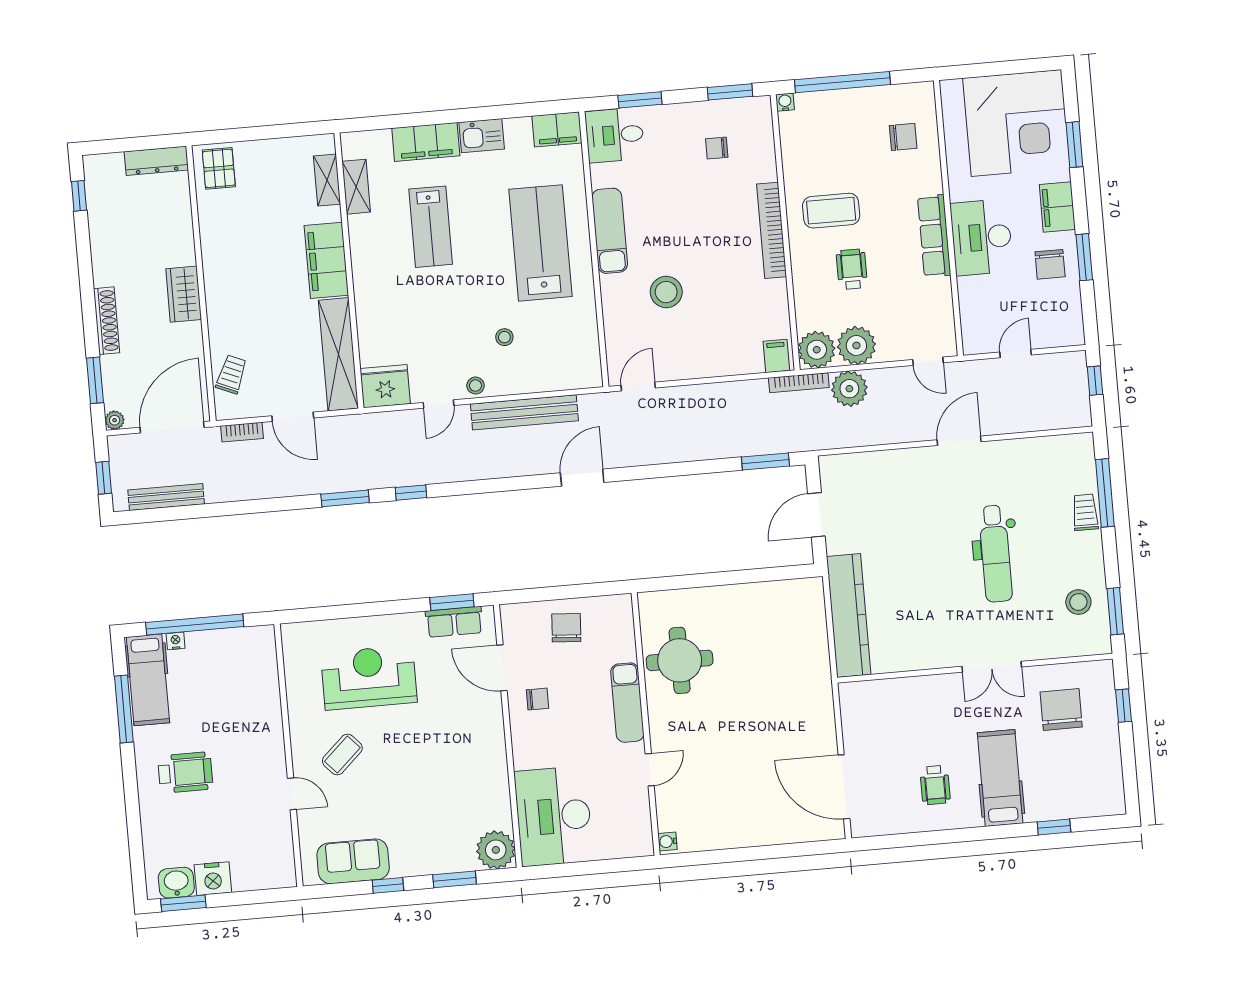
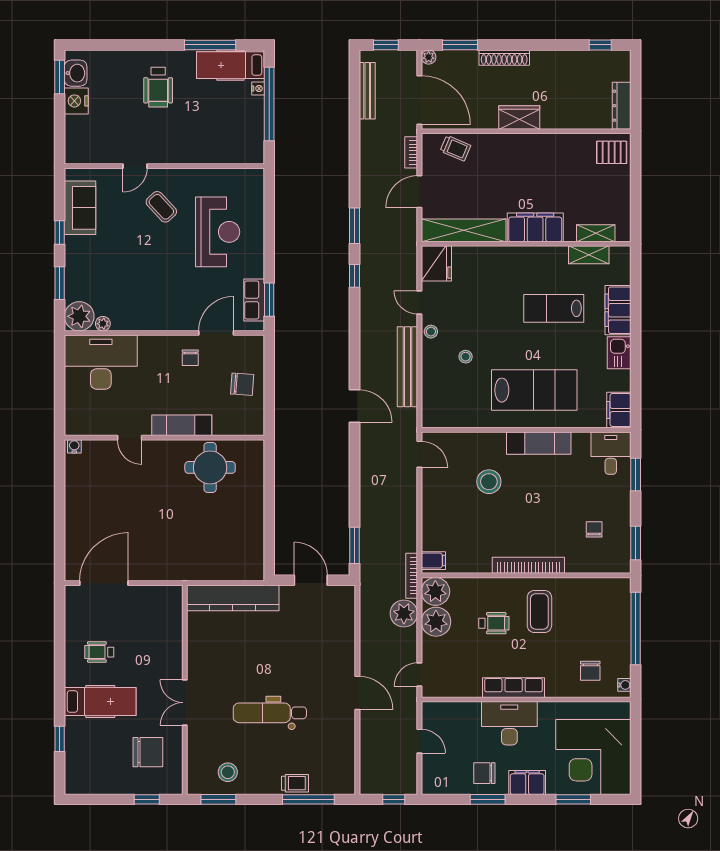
water cooler: (785, 102) -> (624, 685), moved
plant: (503, 818) -> (103, 324), added

